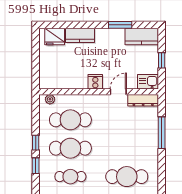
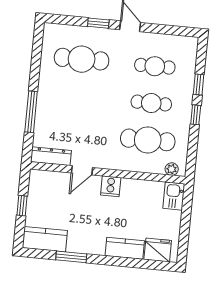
kitchen sink: (148, 82) -> (174, 196), moved, turned 90
cafe table: (70, 148) -> (151, 103), width x0.73, depth x0.74

